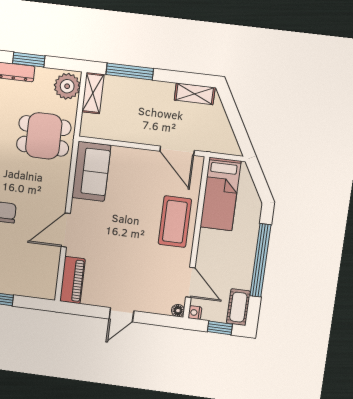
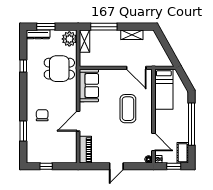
shelving: (195, 94) -> (132, 35), moved
coffee table: (175, 222) -> (128, 109), moved

